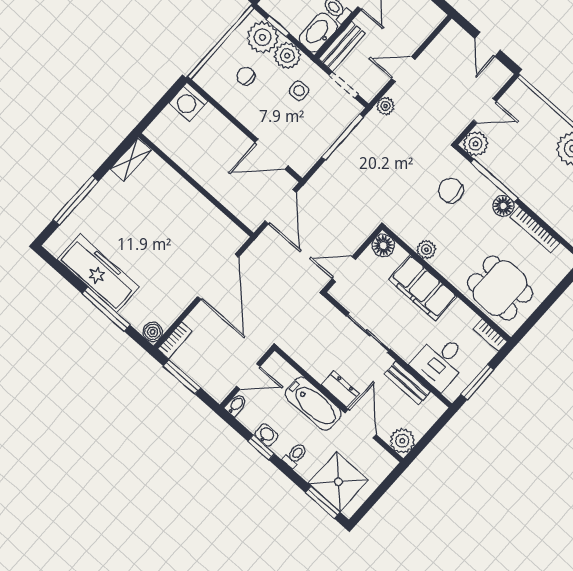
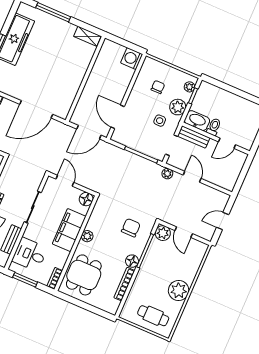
plant: (263, 37) -> (190, 87), width x0.53, depth x0.53
plant: (426, 250) -> (87, 236), moved

